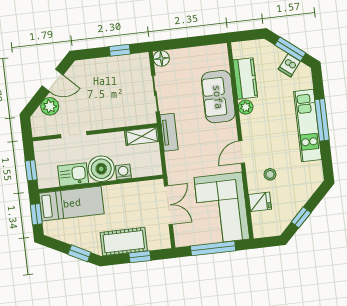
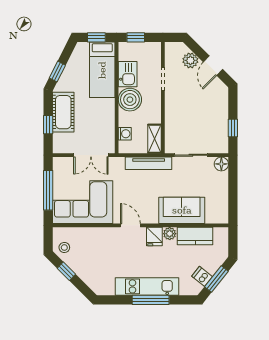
tv unit: (169, 132) -> (149, 163), width x1.41
washing machine: (123, 172) -> (125, 134), moved
stool: (270, 174) -> (64, 247), moved
fridge: (260, 202) -> (154, 236), moved

